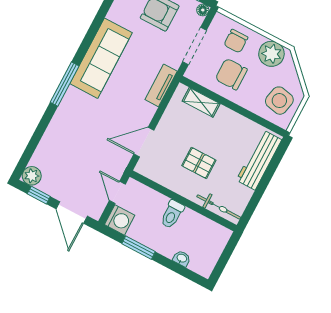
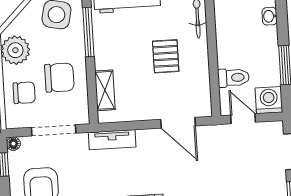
chair: (231, 74) -> (59, 78), turned -90
window: (252, 116) -> (88, 32), added
door: (117, 192) -> (243, 119), swing flipped
toilet: (172, 214) -> (234, 78), moved

